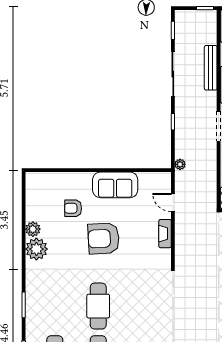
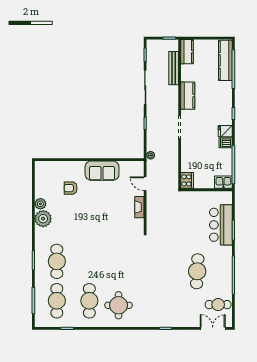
bench: (211, 68) -> (174, 68), moved
armchair: (104, 238) -> (93, 211), removed
cafe table: (98, 306) -> (57, 261), moved

